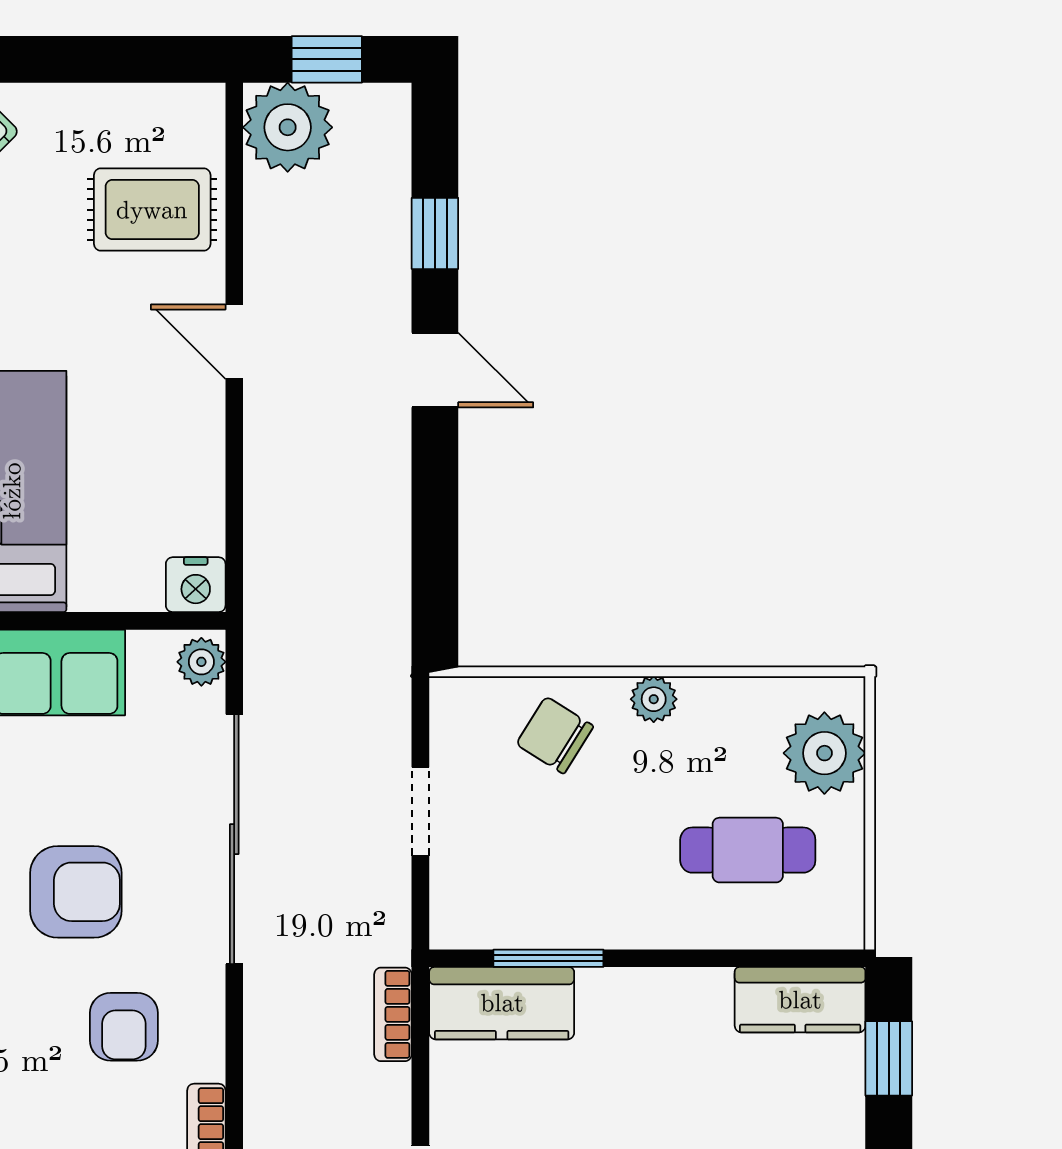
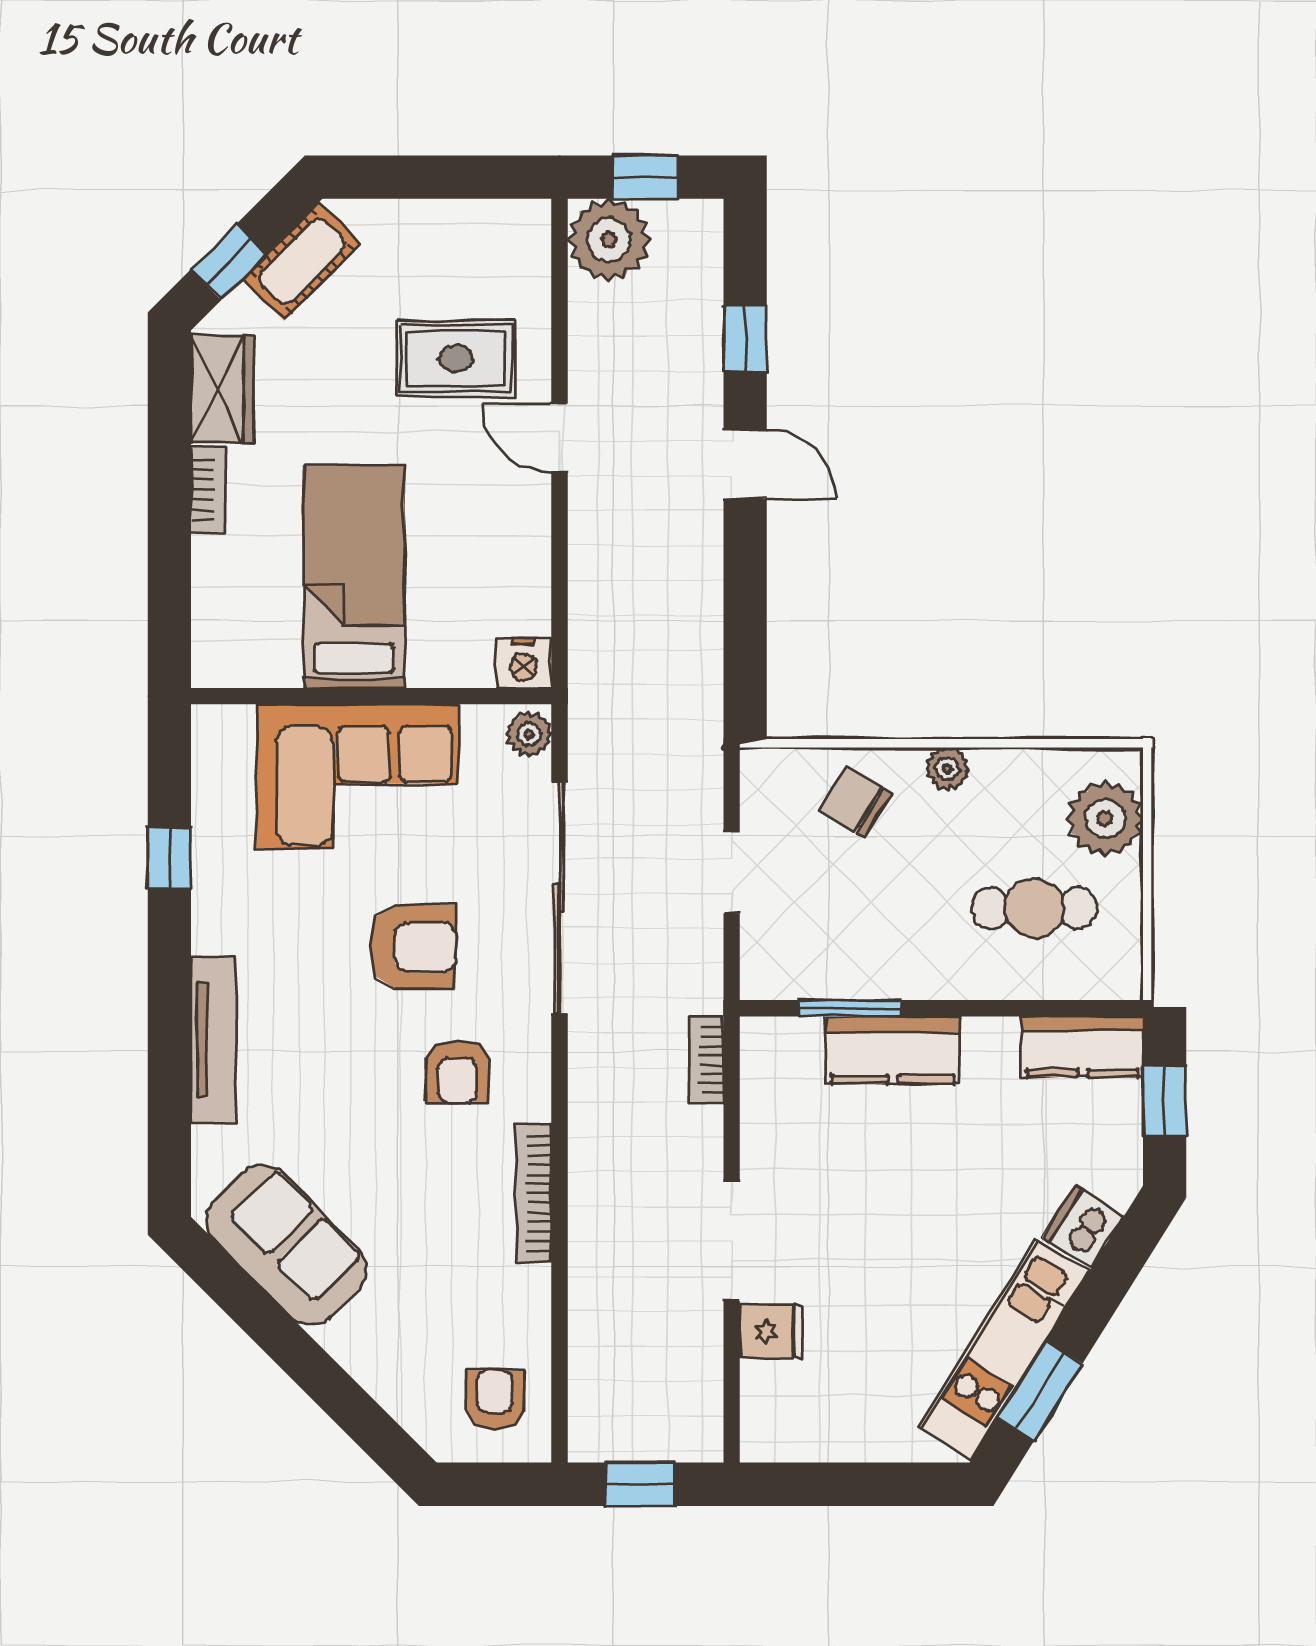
rug: (152, 210) -> (456, 358), moved
kitchen counter: (502, 1003) -> (893, 1050), moved

